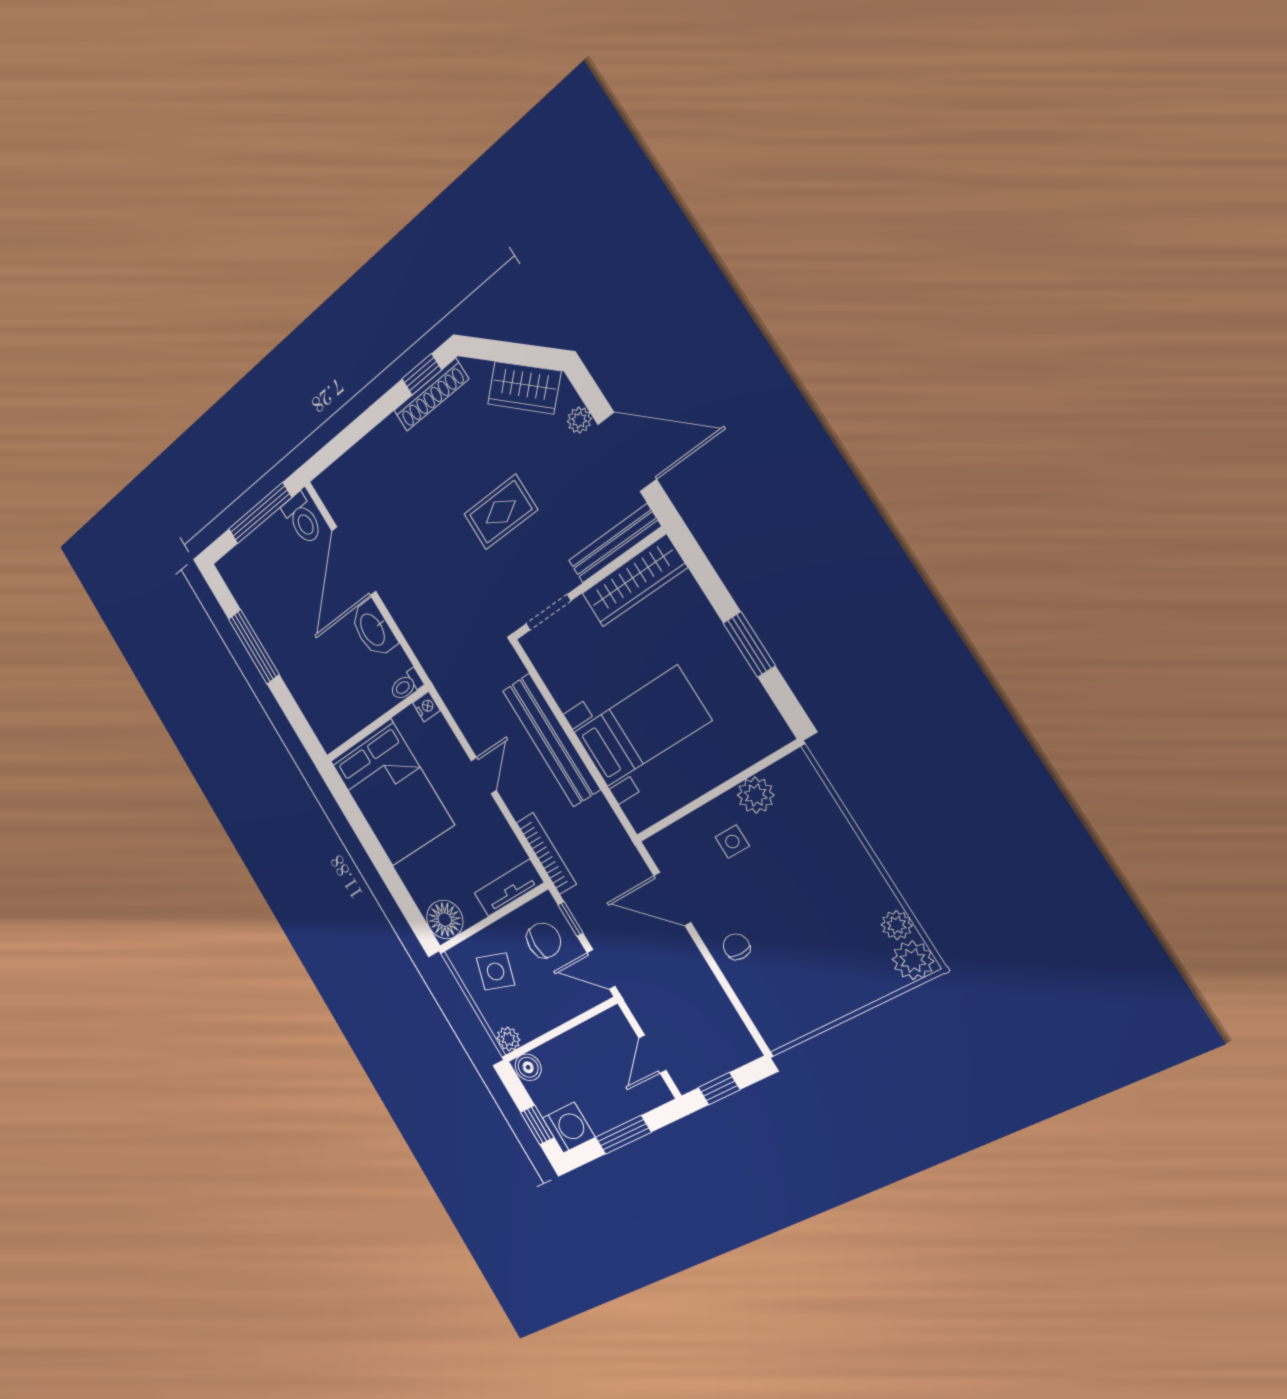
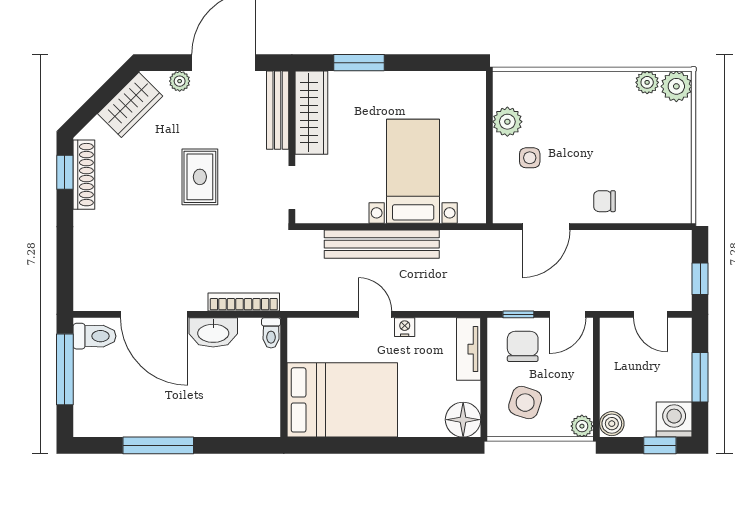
window: (749, 644) -> (359, 63), moved
nightstand: (426, 707) -> (405, 327), moved
bookcase: (546, 853) -> (244, 302), moved

